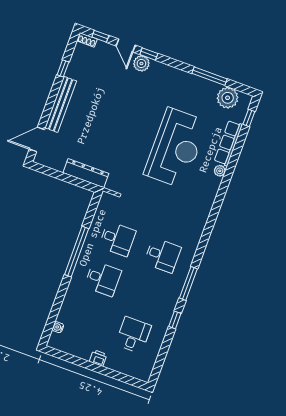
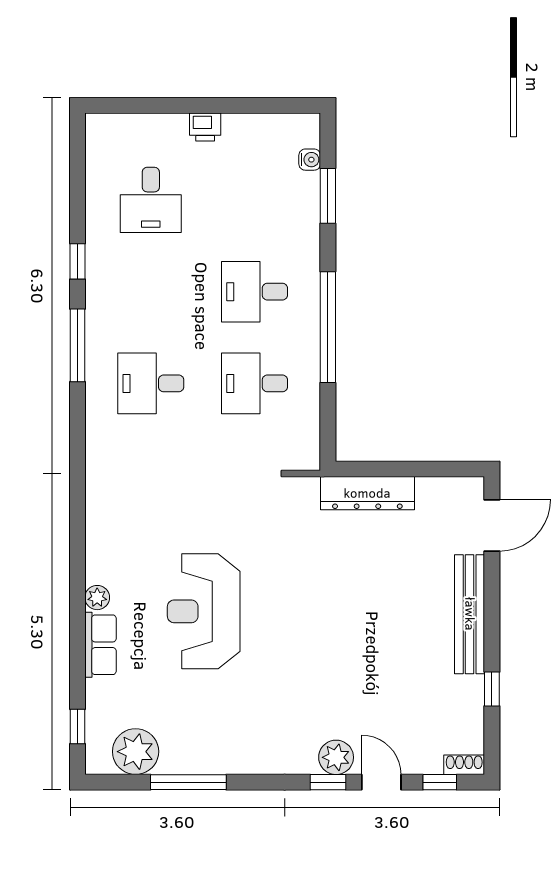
row of seats: (228, 143) -> (100, 645), width x0.68
reception desk: (176, 148) -> (204, 611), width x0.74, depth x0.77
window: (56, 309) -> (328, 196), added

